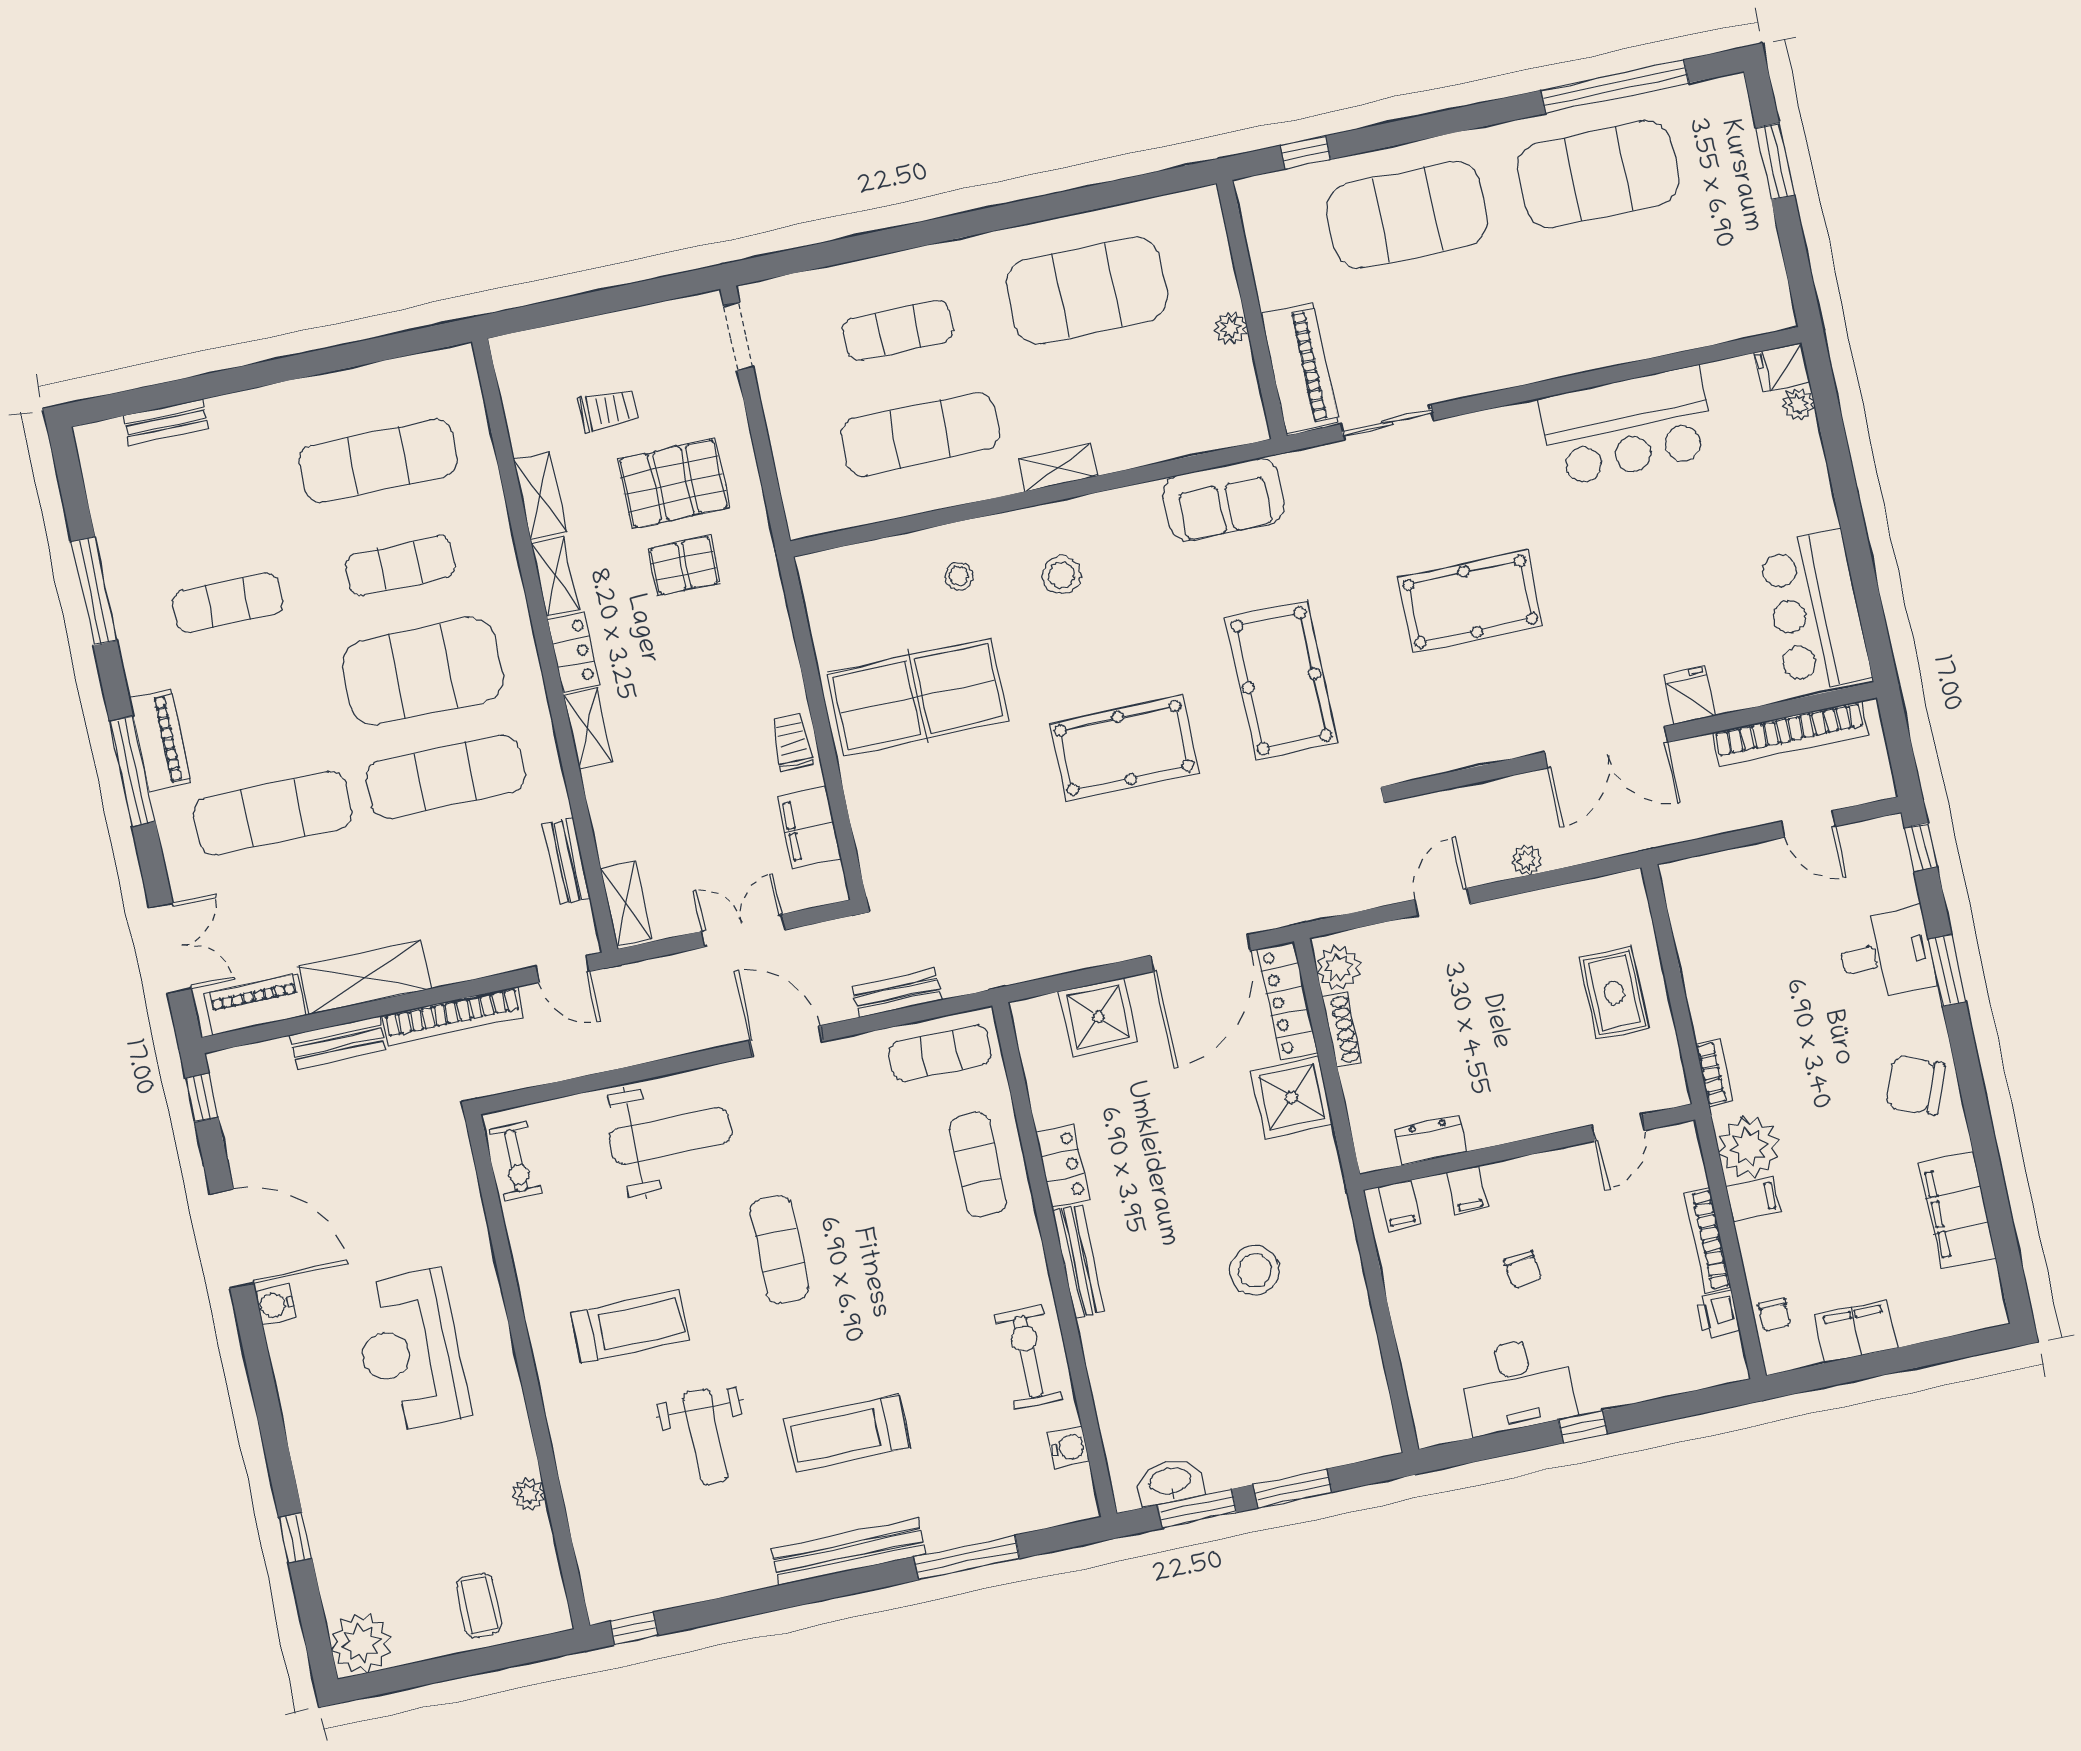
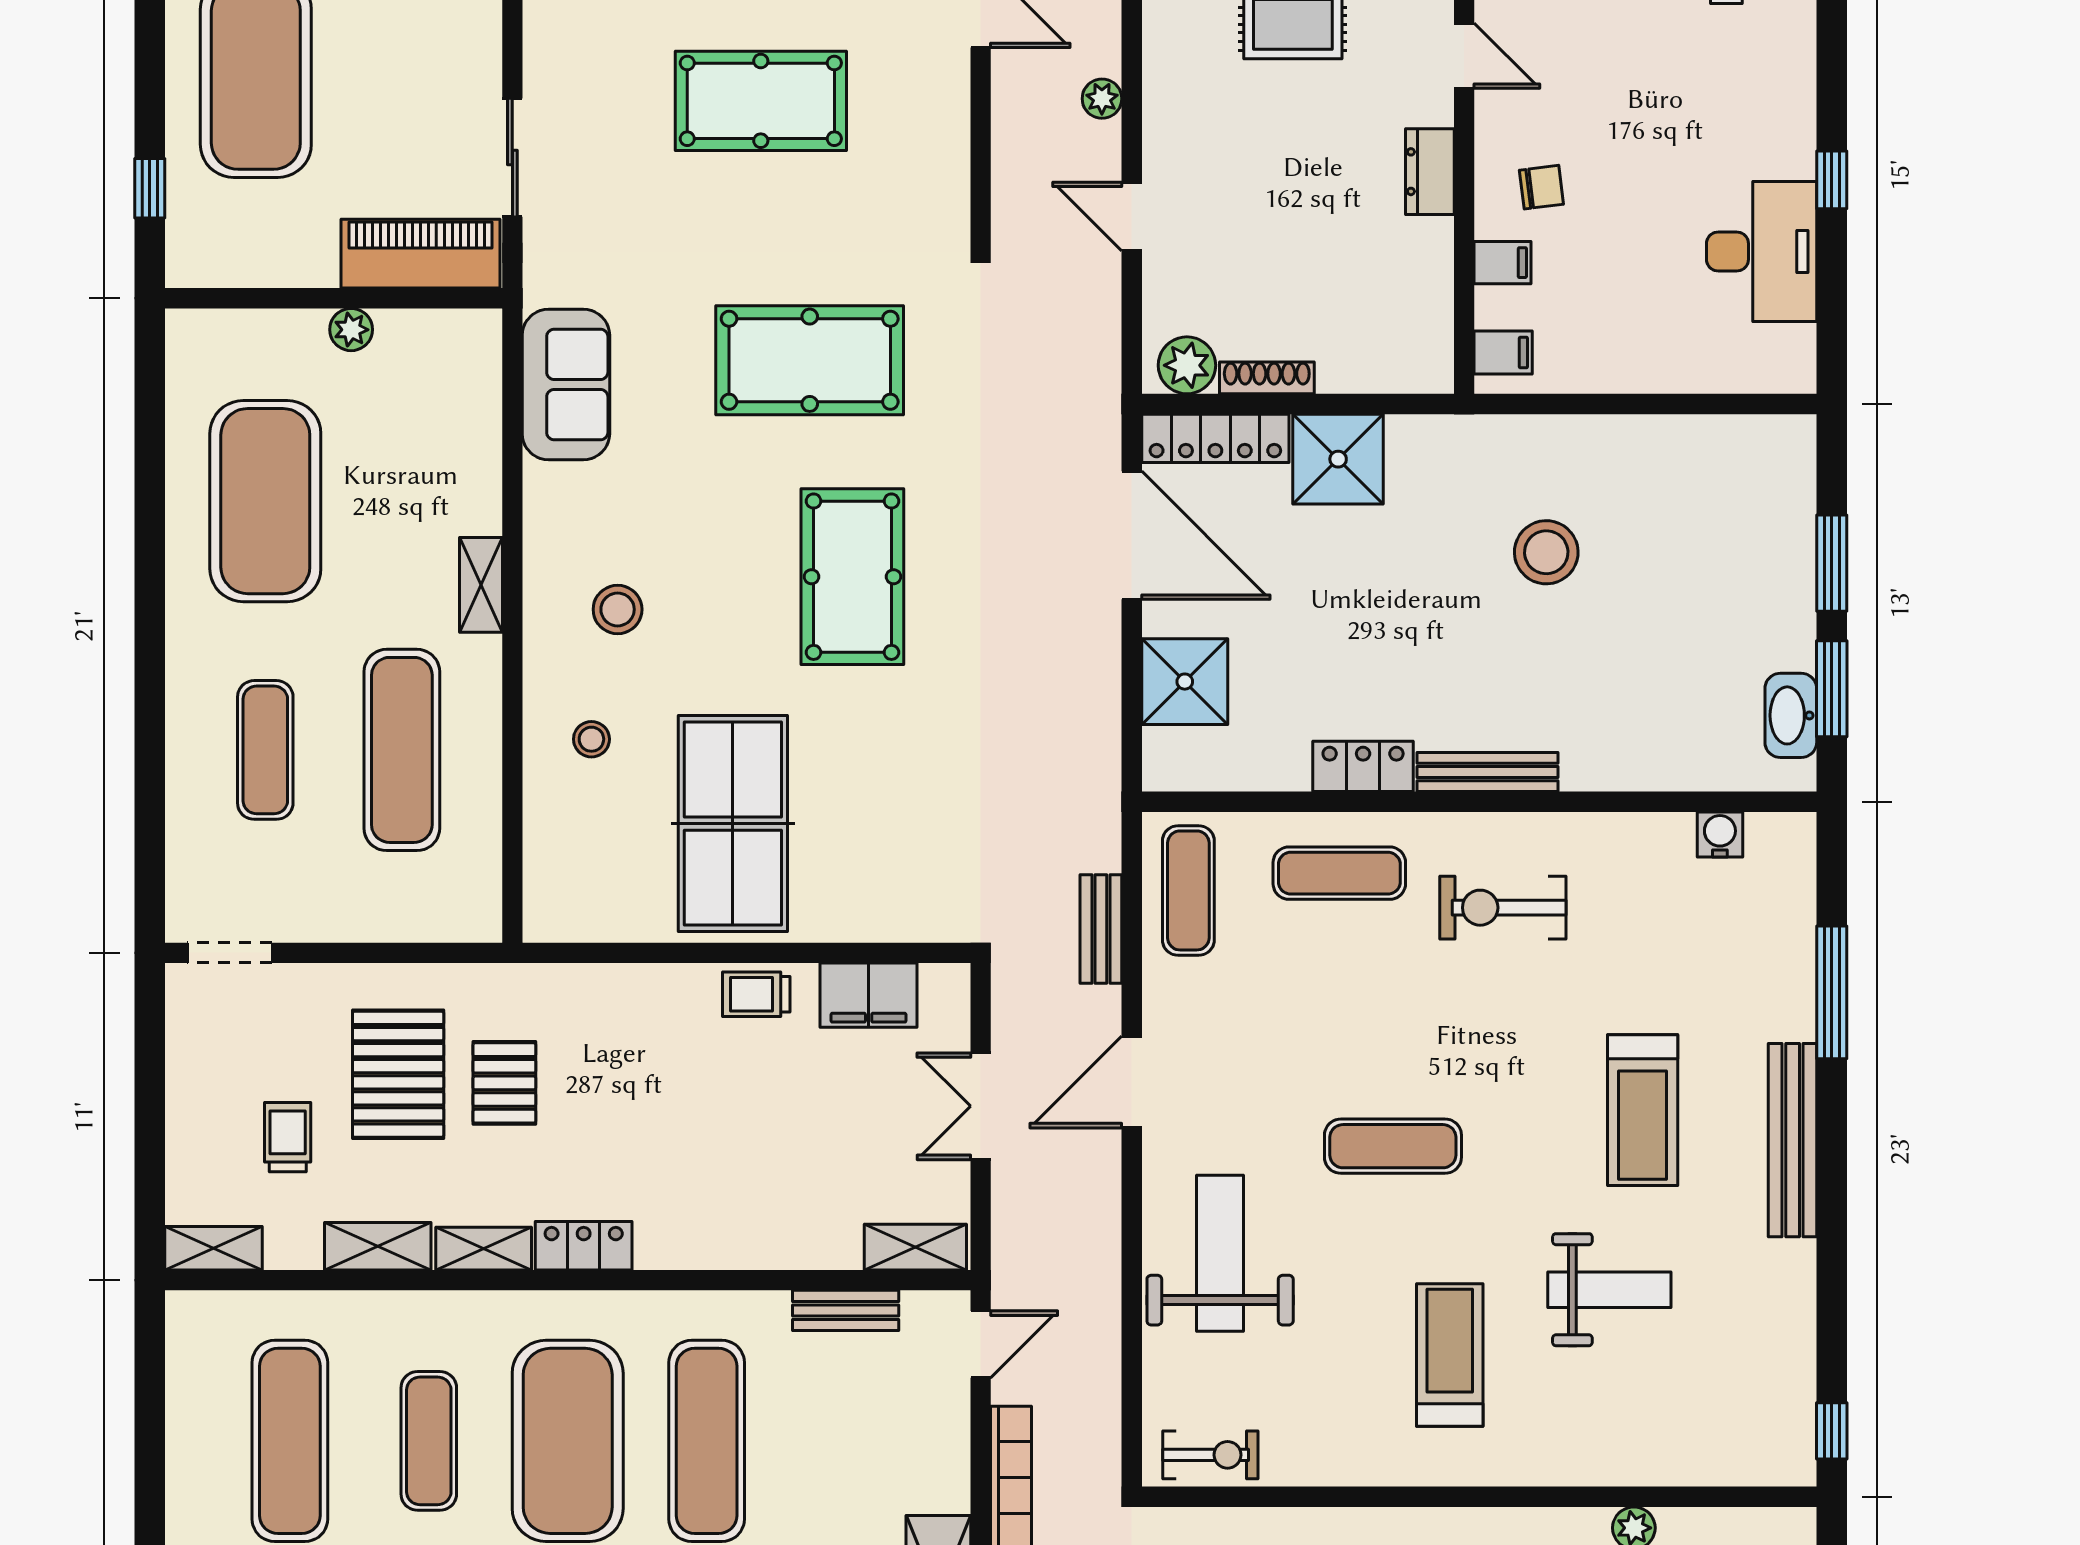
pool table: (1470, 602) -> (761, 101), turned 90
shelving: (588, 729) -> (214, 1248), moved
dresser: (1431, 1140) -> (1430, 172), moved
chair: (1523, 1270) -> (1541, 187), moved
exercise bike: (1028, 1357) -> (1503, 908), moved

